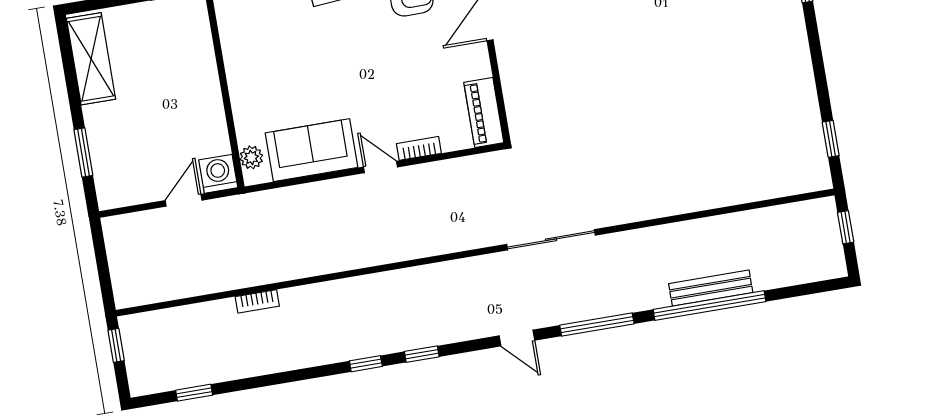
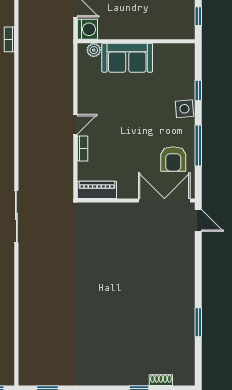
sofa: (311, 150) -> (127, 58), moved, turned 90

